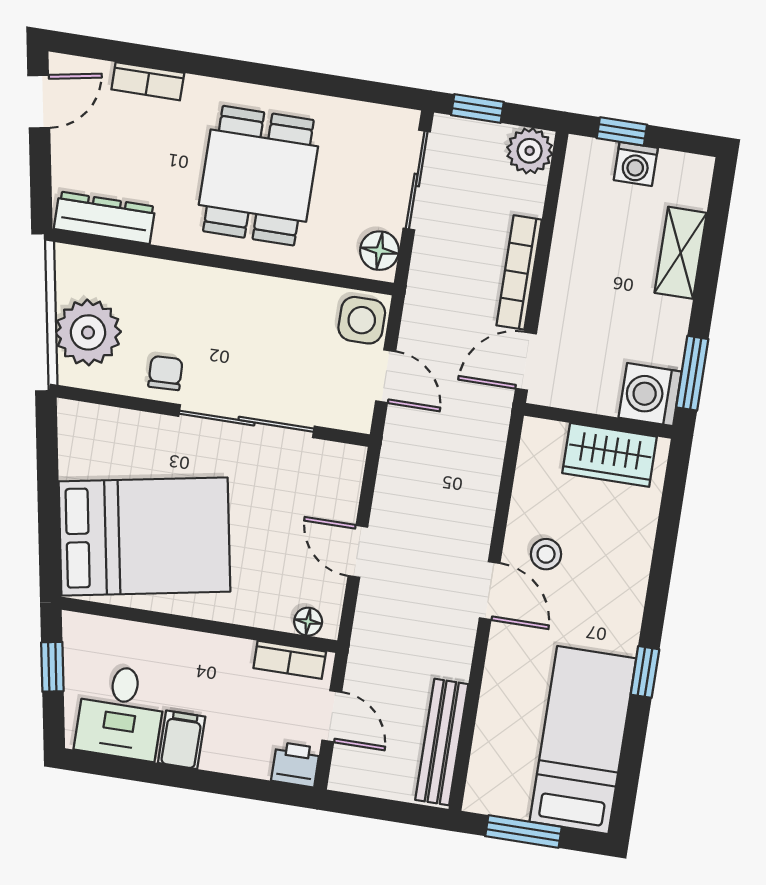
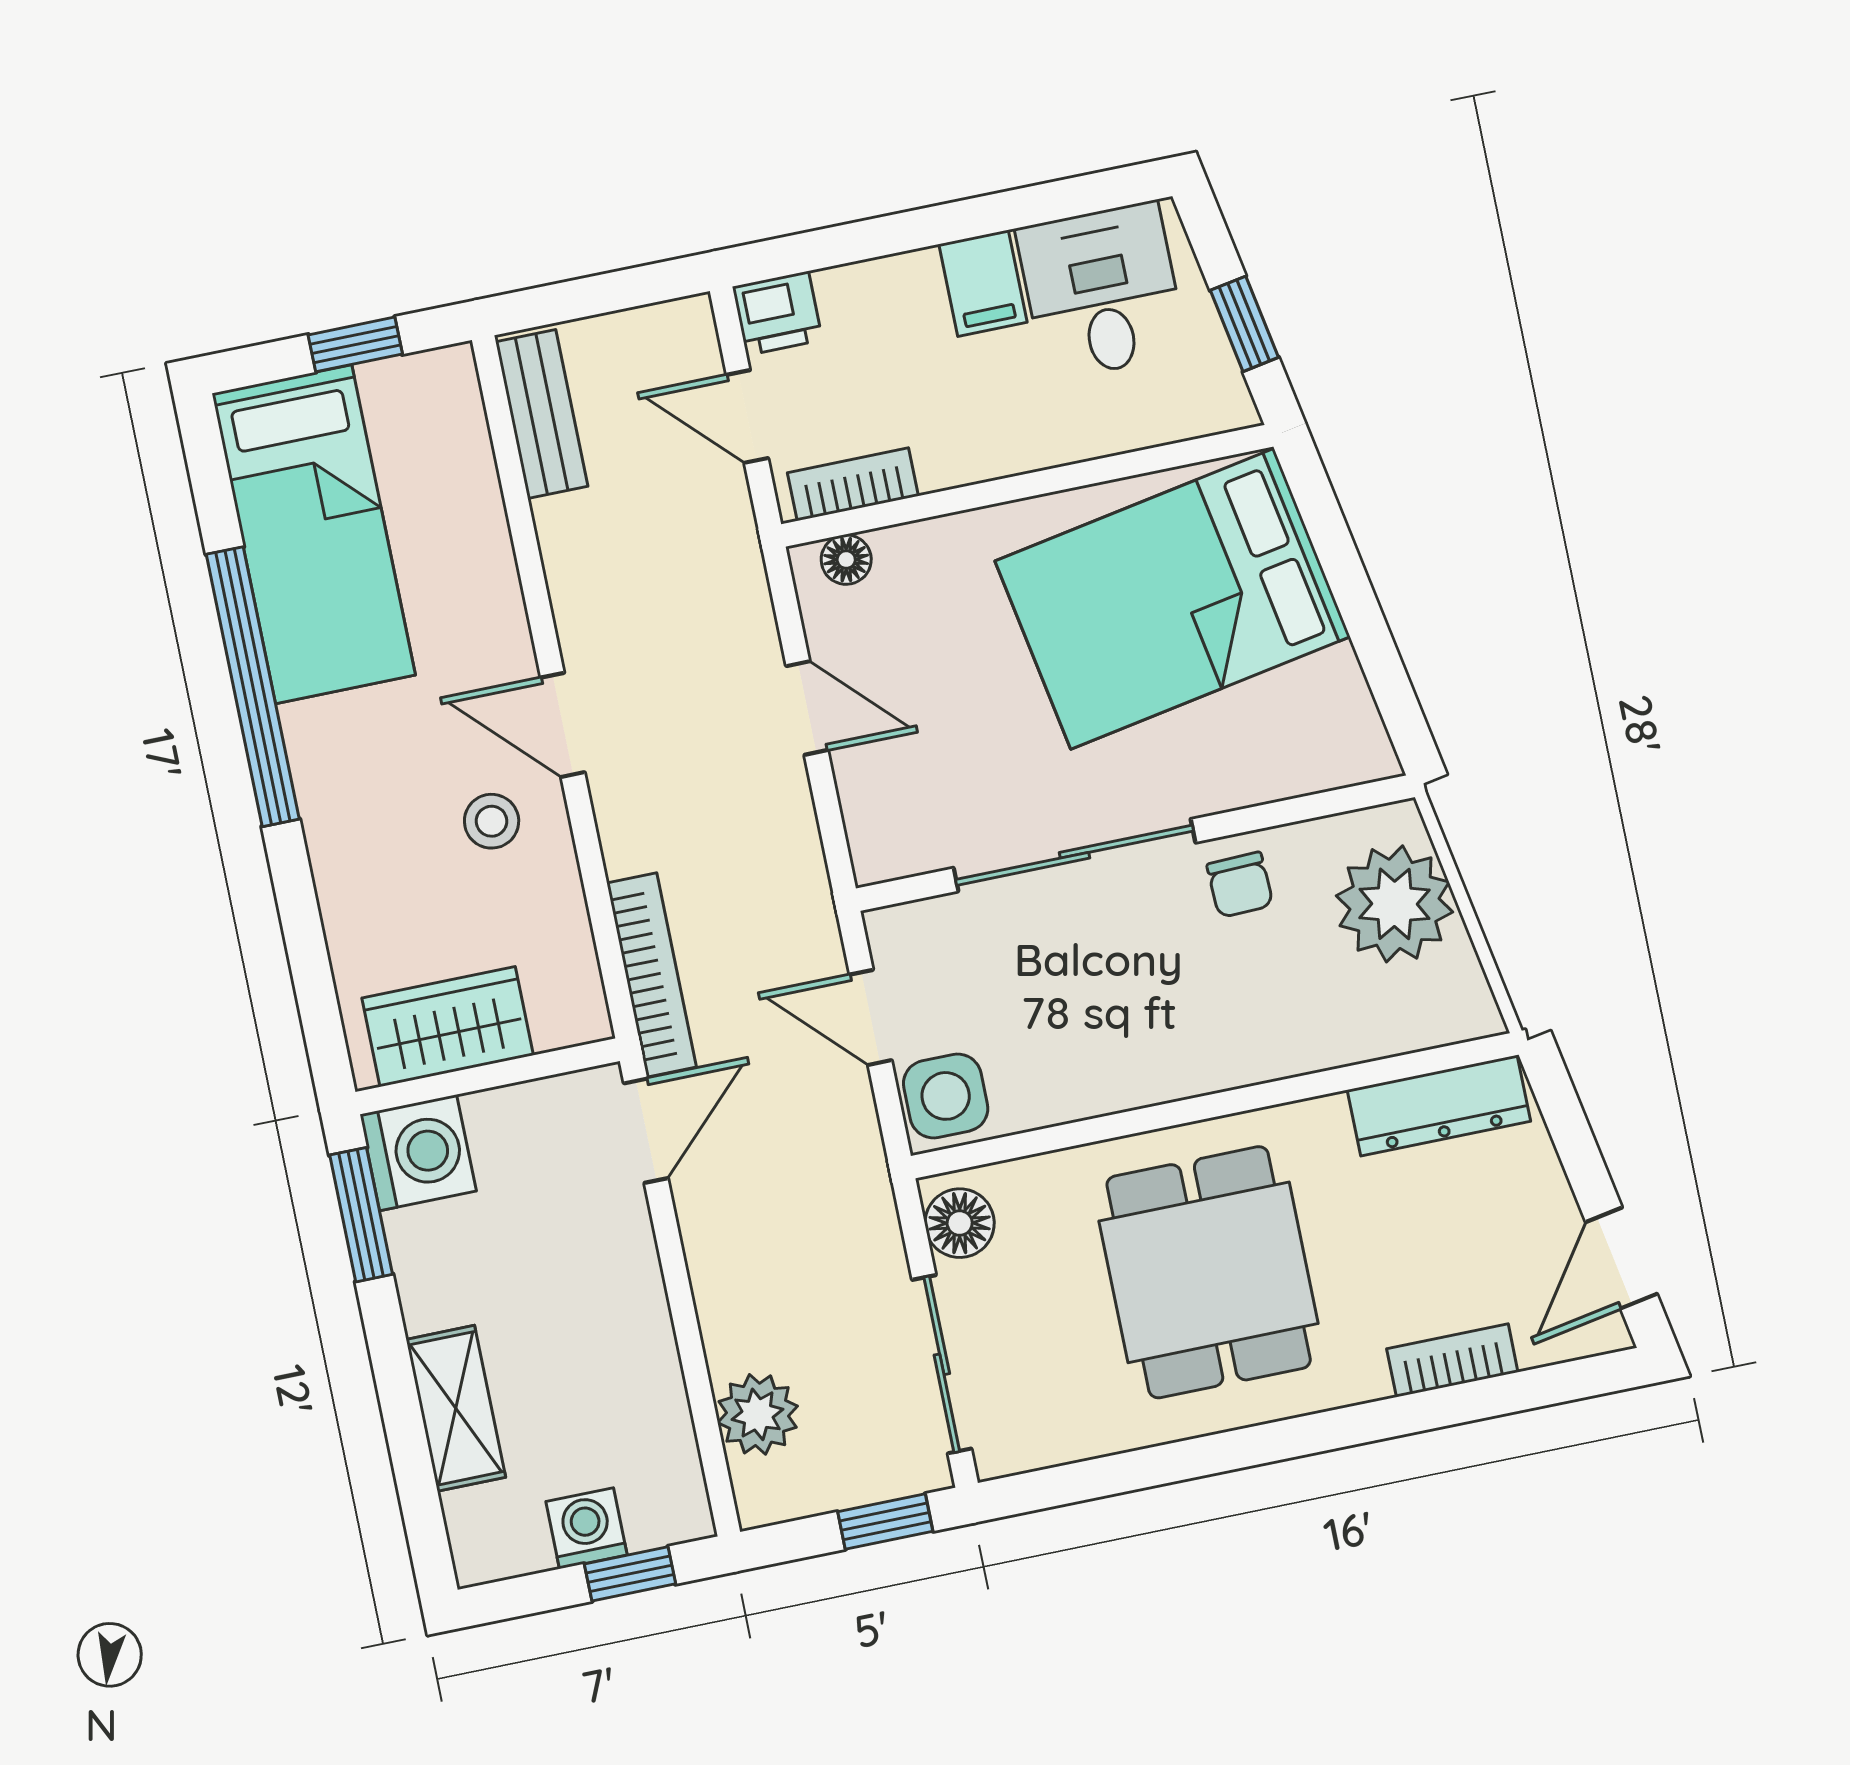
plant: (530, 151) -> (758, 1414), moved
bookcase: (519, 272) -> (652, 975), moved
window: (645, 672) -> (253, 687), width x3.17
bench: (442, 742) -> (542, 414), width x0.73
window: (523, 832) -> (355, 344), width x0.67

